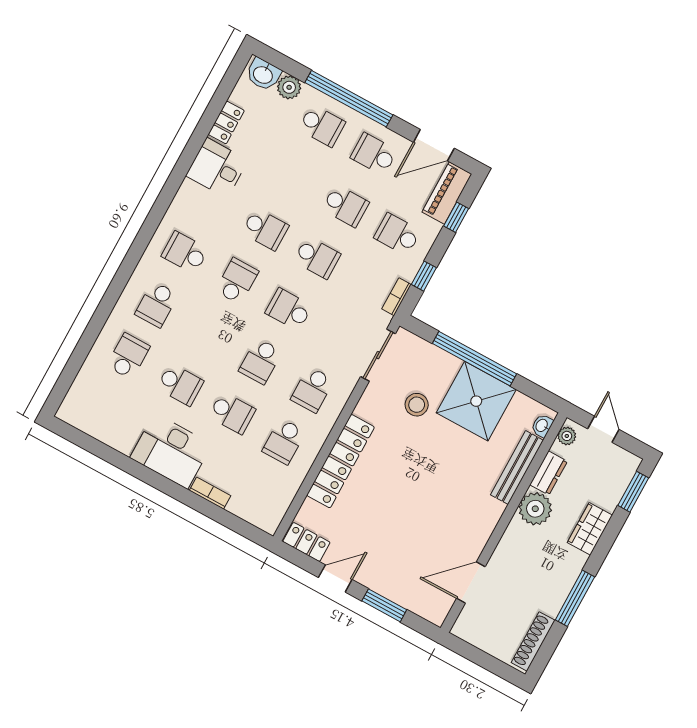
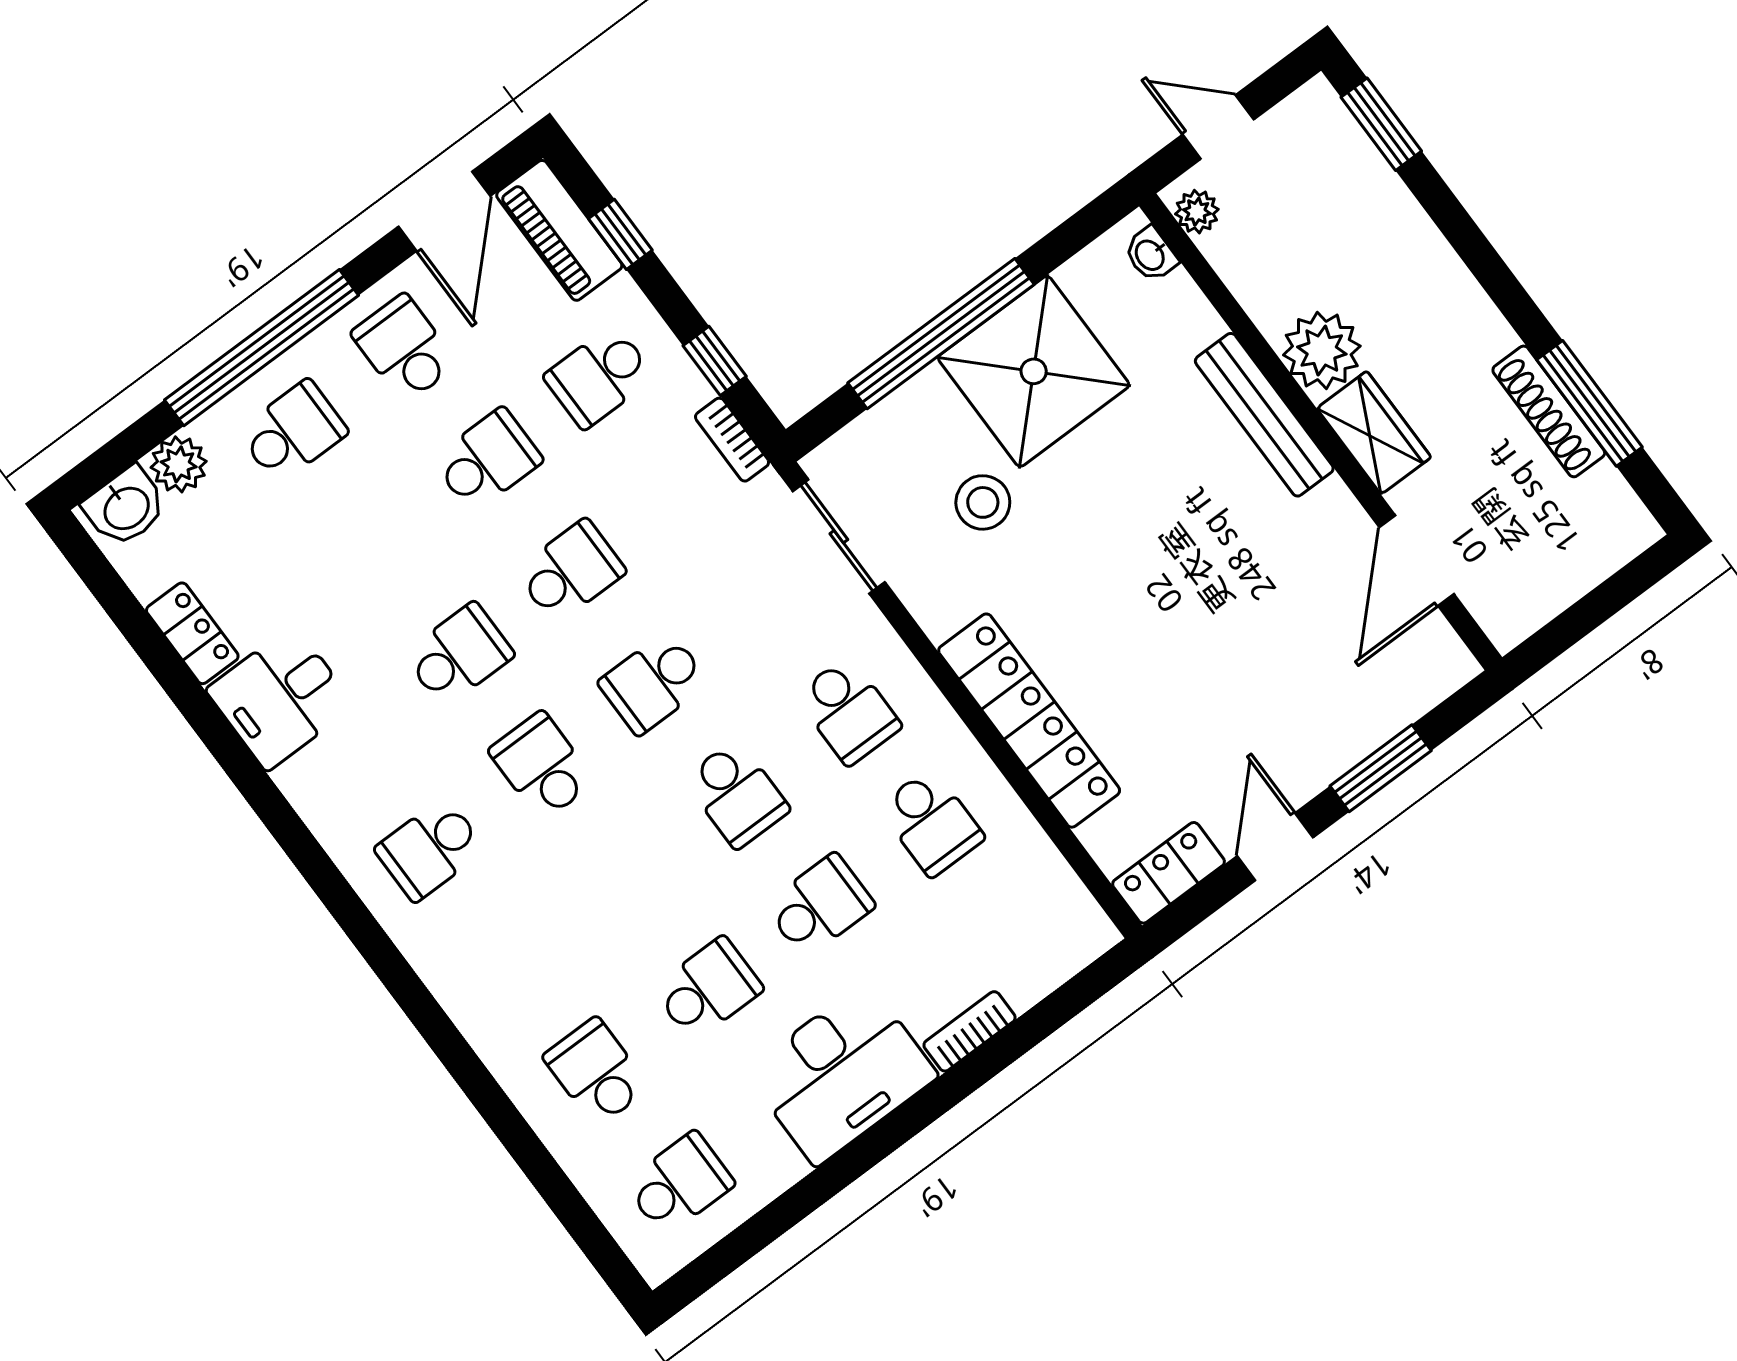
school desk: (374, 154) -> (404, 348), turned 90
school desk: (157, 304) -> (679, 1183), moved, turned -90
bench: (517, 468) -> (1264, 415), moved
dresser: (549, 473) -> (1258, 287), removed
wardrobe: (590, 529) -> (1374, 433), moved, turned 180
window: (575, 598) -> (1590, 403), moved
shoe rack: (533, 641) -> (1549, 411), moved

